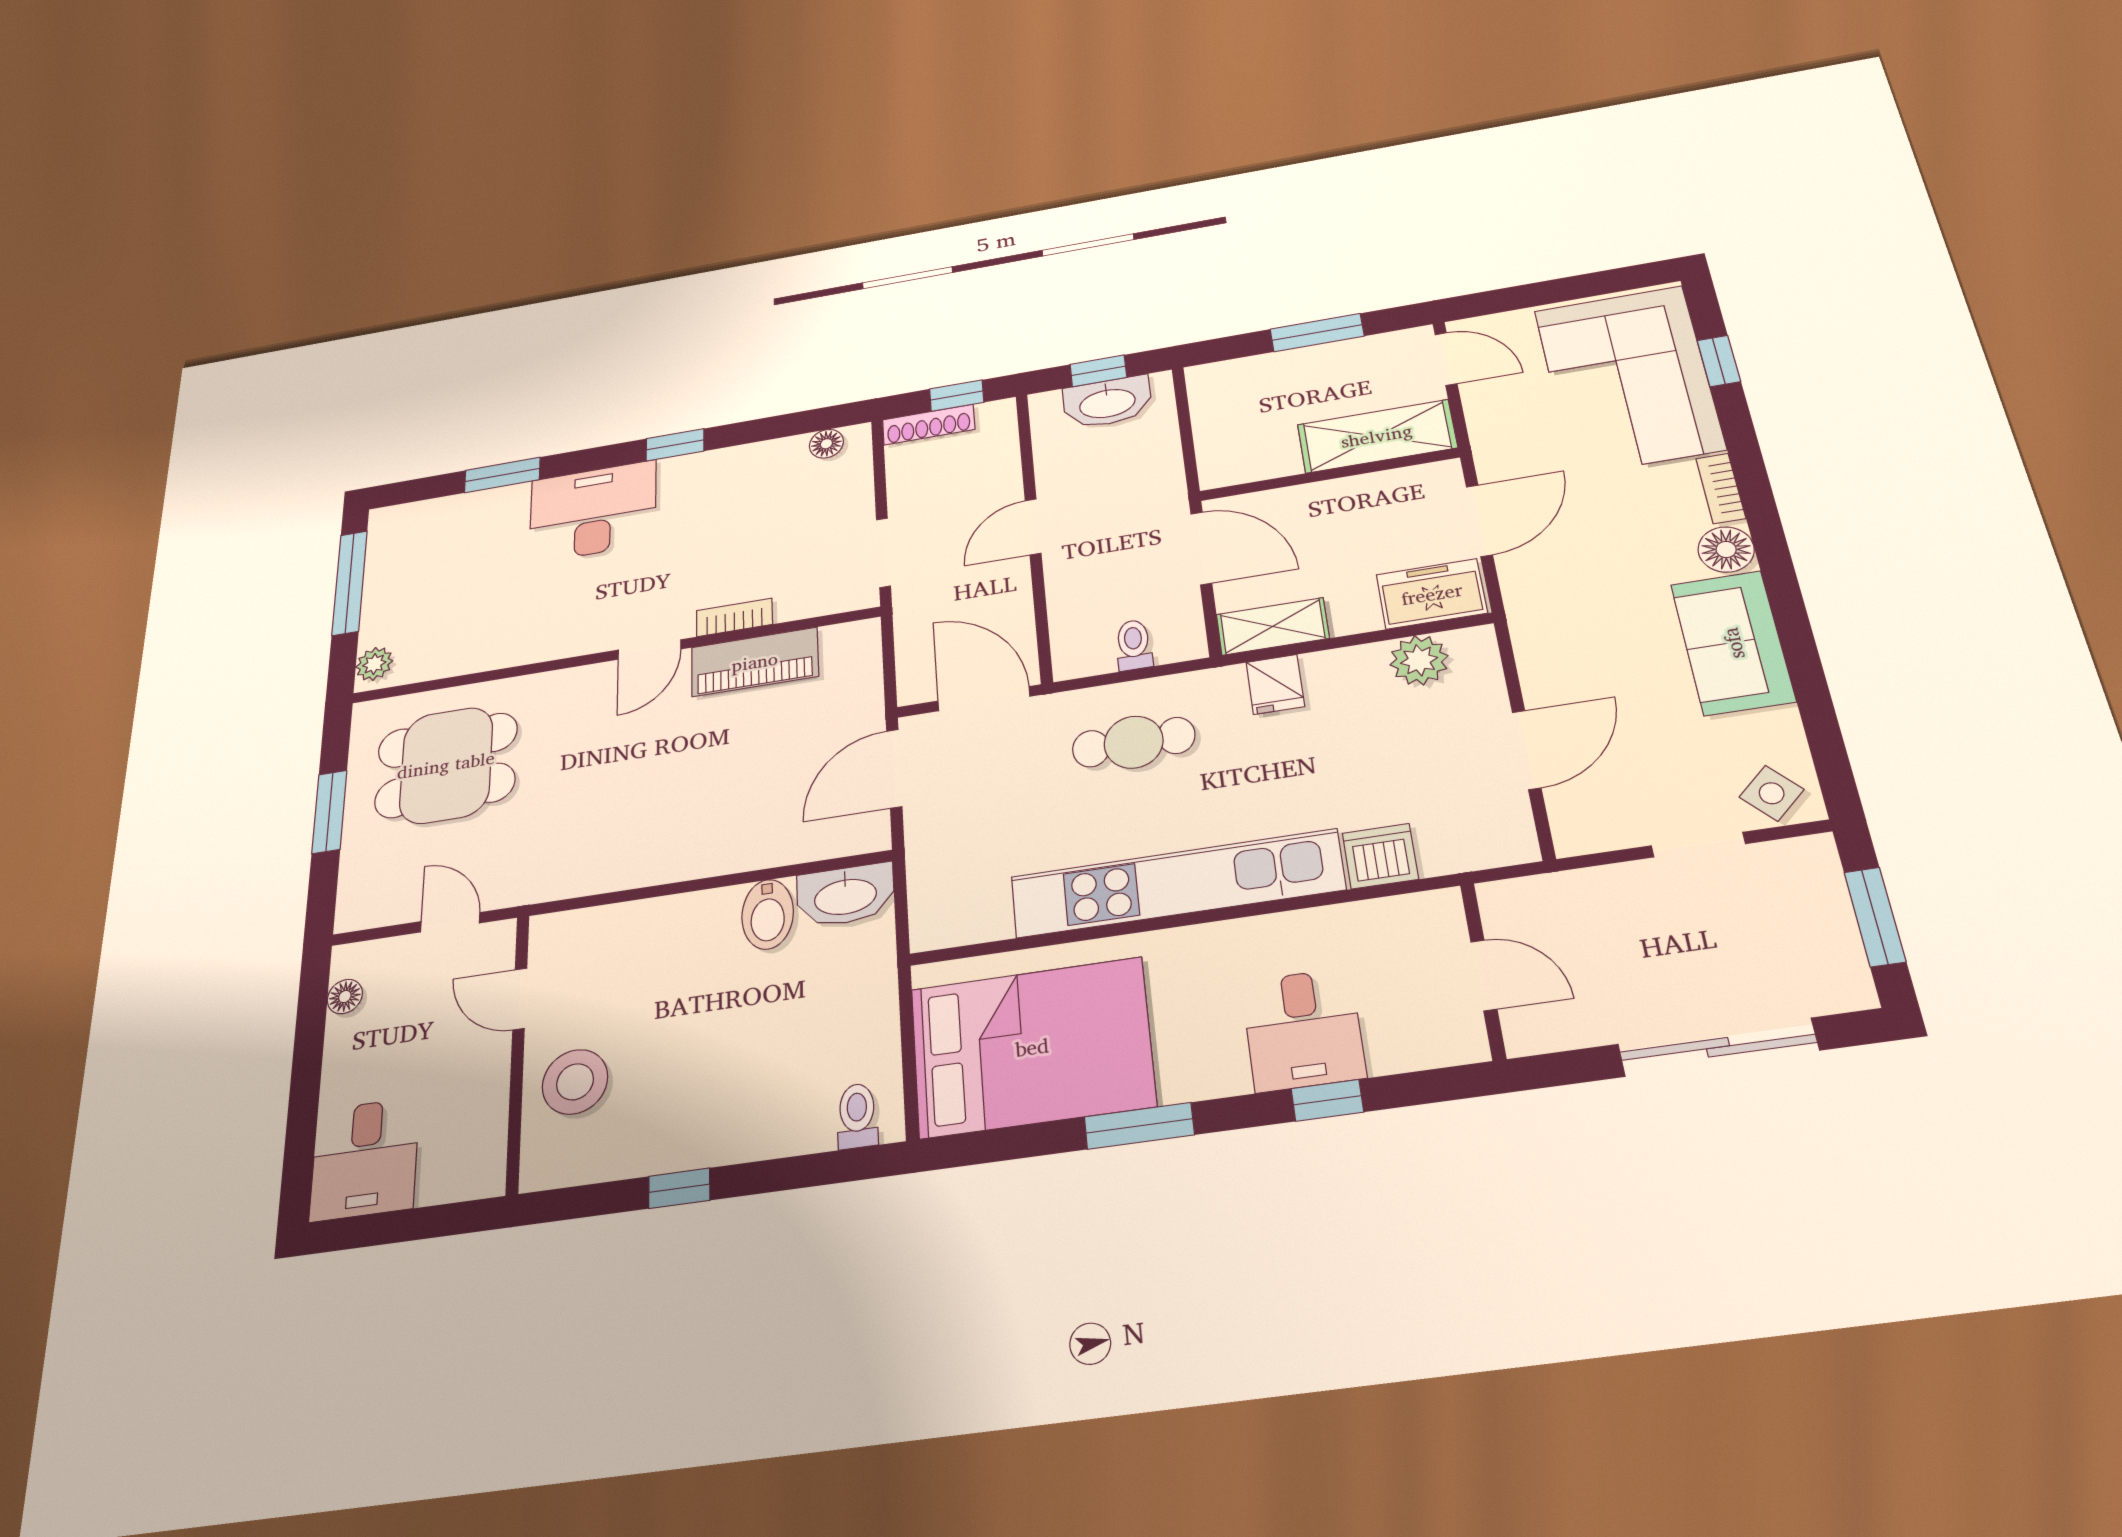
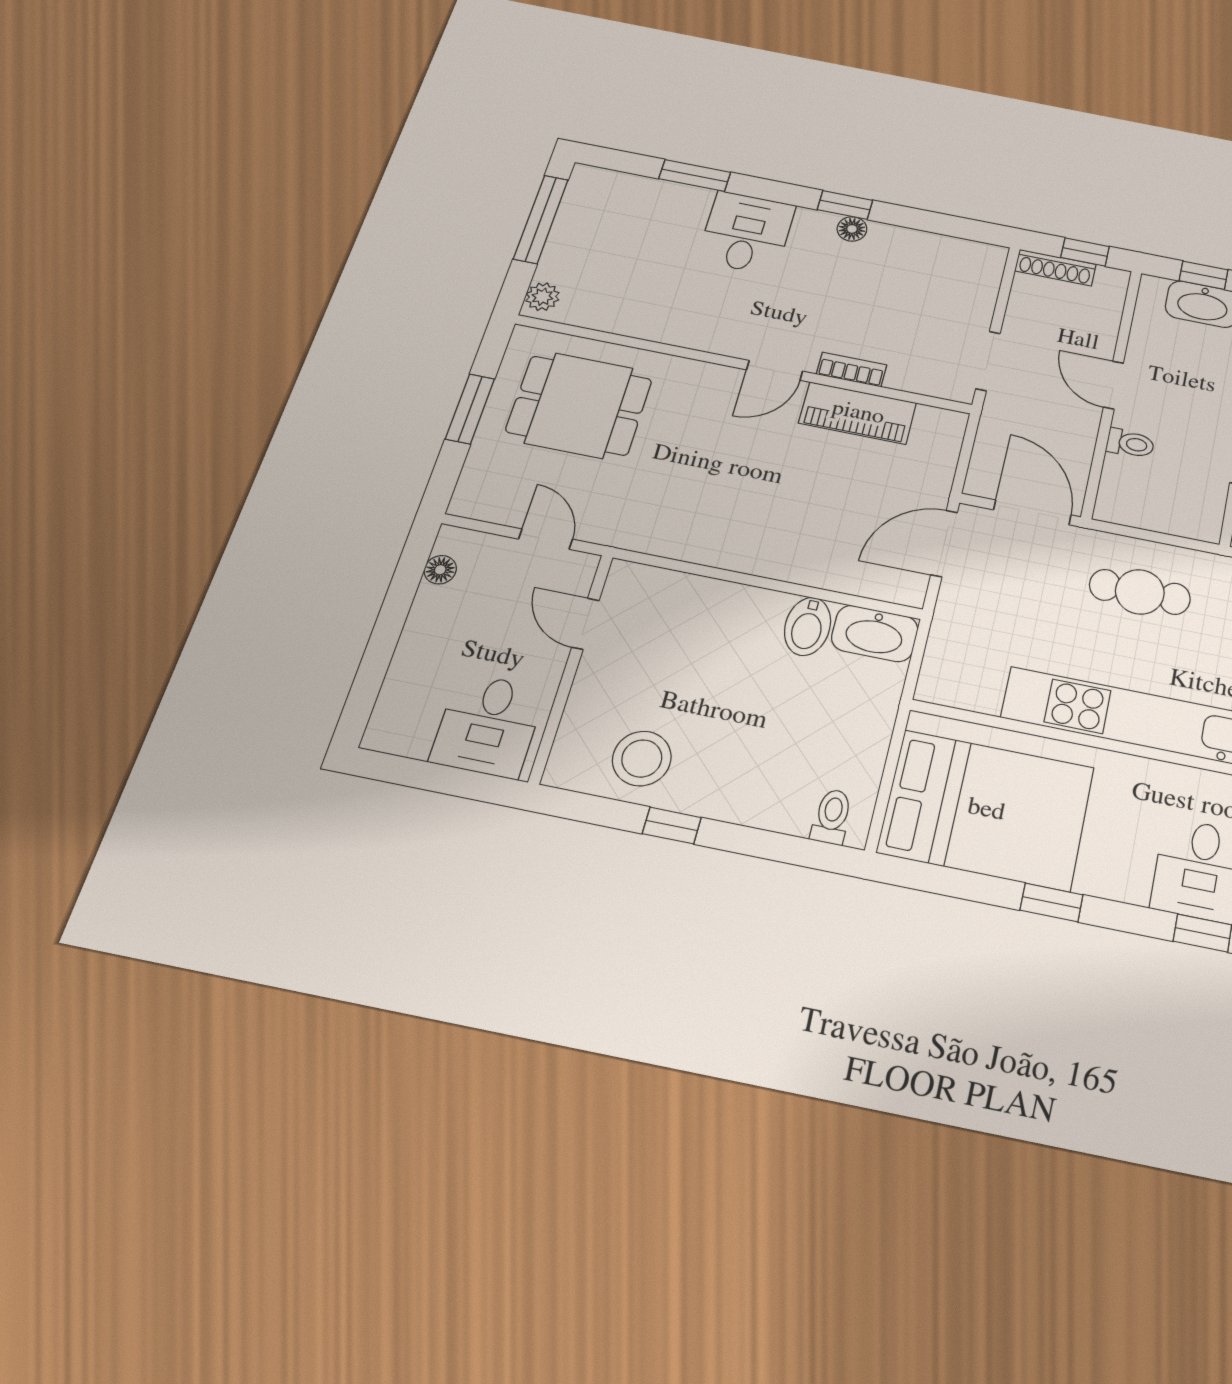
floor lamp: (826, 444) -> (852, 229), moved
desk: (593, 512) -> (746, 233), width x0.73
door: (1033, 527) -> (1113, 385), hinge flipped
toilet: (1134, 645) -> (1130, 443), moved, turned 90
stool: (575, 1082) -> (642, 758), moved
window: (1139, 1126) -> (1051, 902), width x0.67
desk: (365, 1159) -> (488, 725), moved

